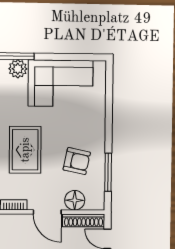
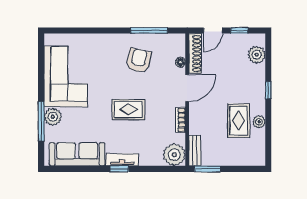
rug: (25, 150) -> (128, 109), width x0.73, depth x0.70
floor lamp: (75, 200) -> (180, 62), width x0.53, depth x0.53

